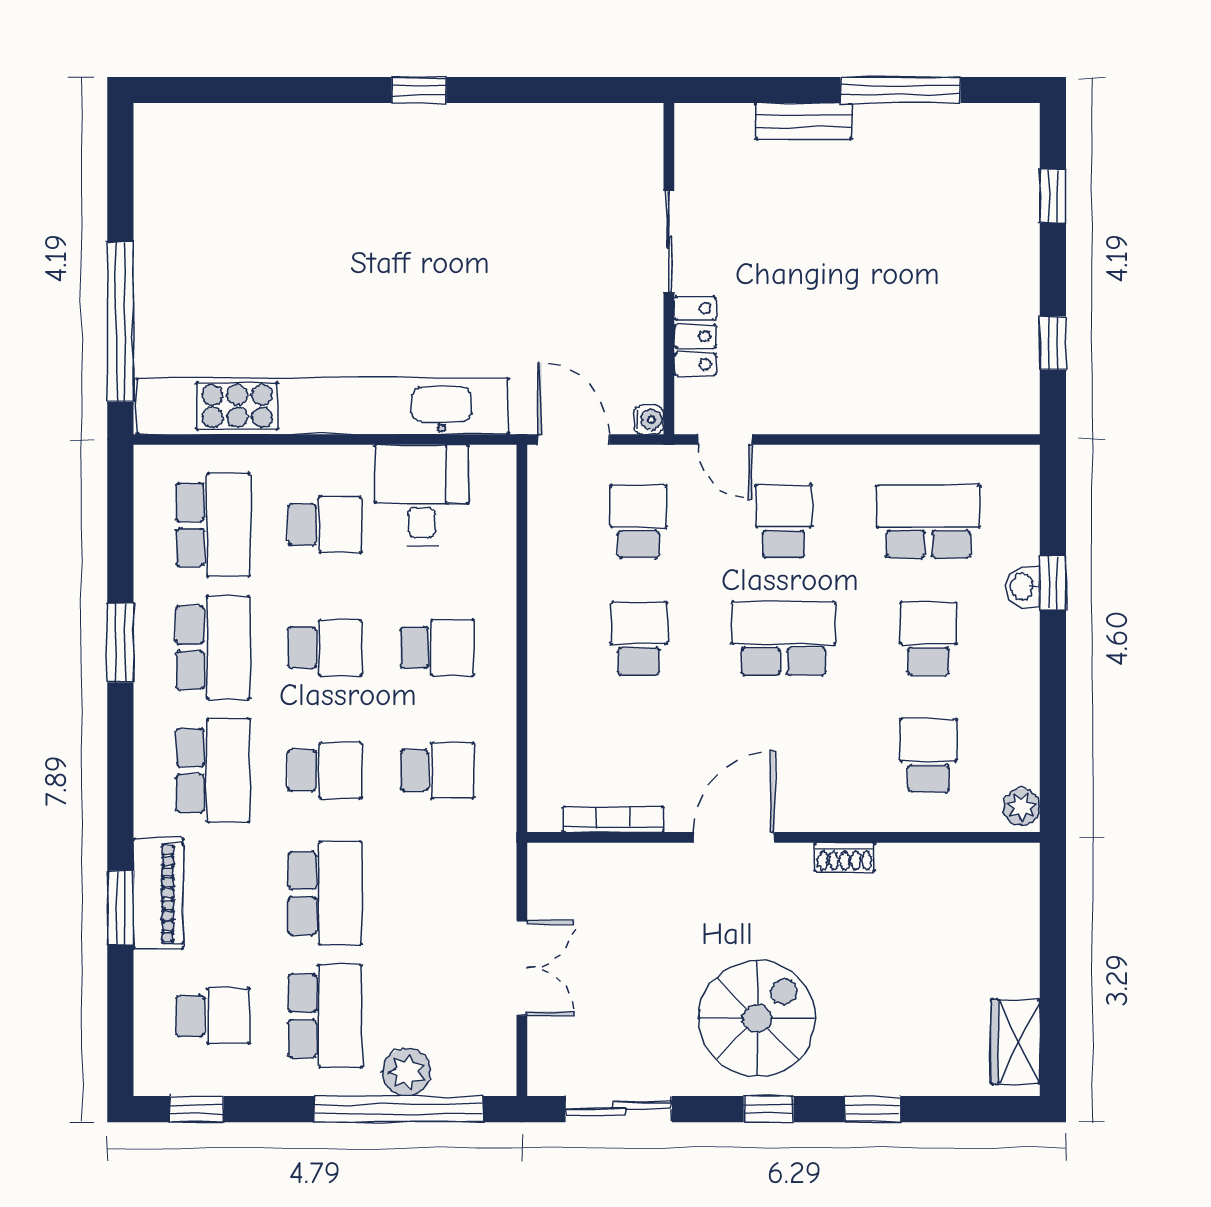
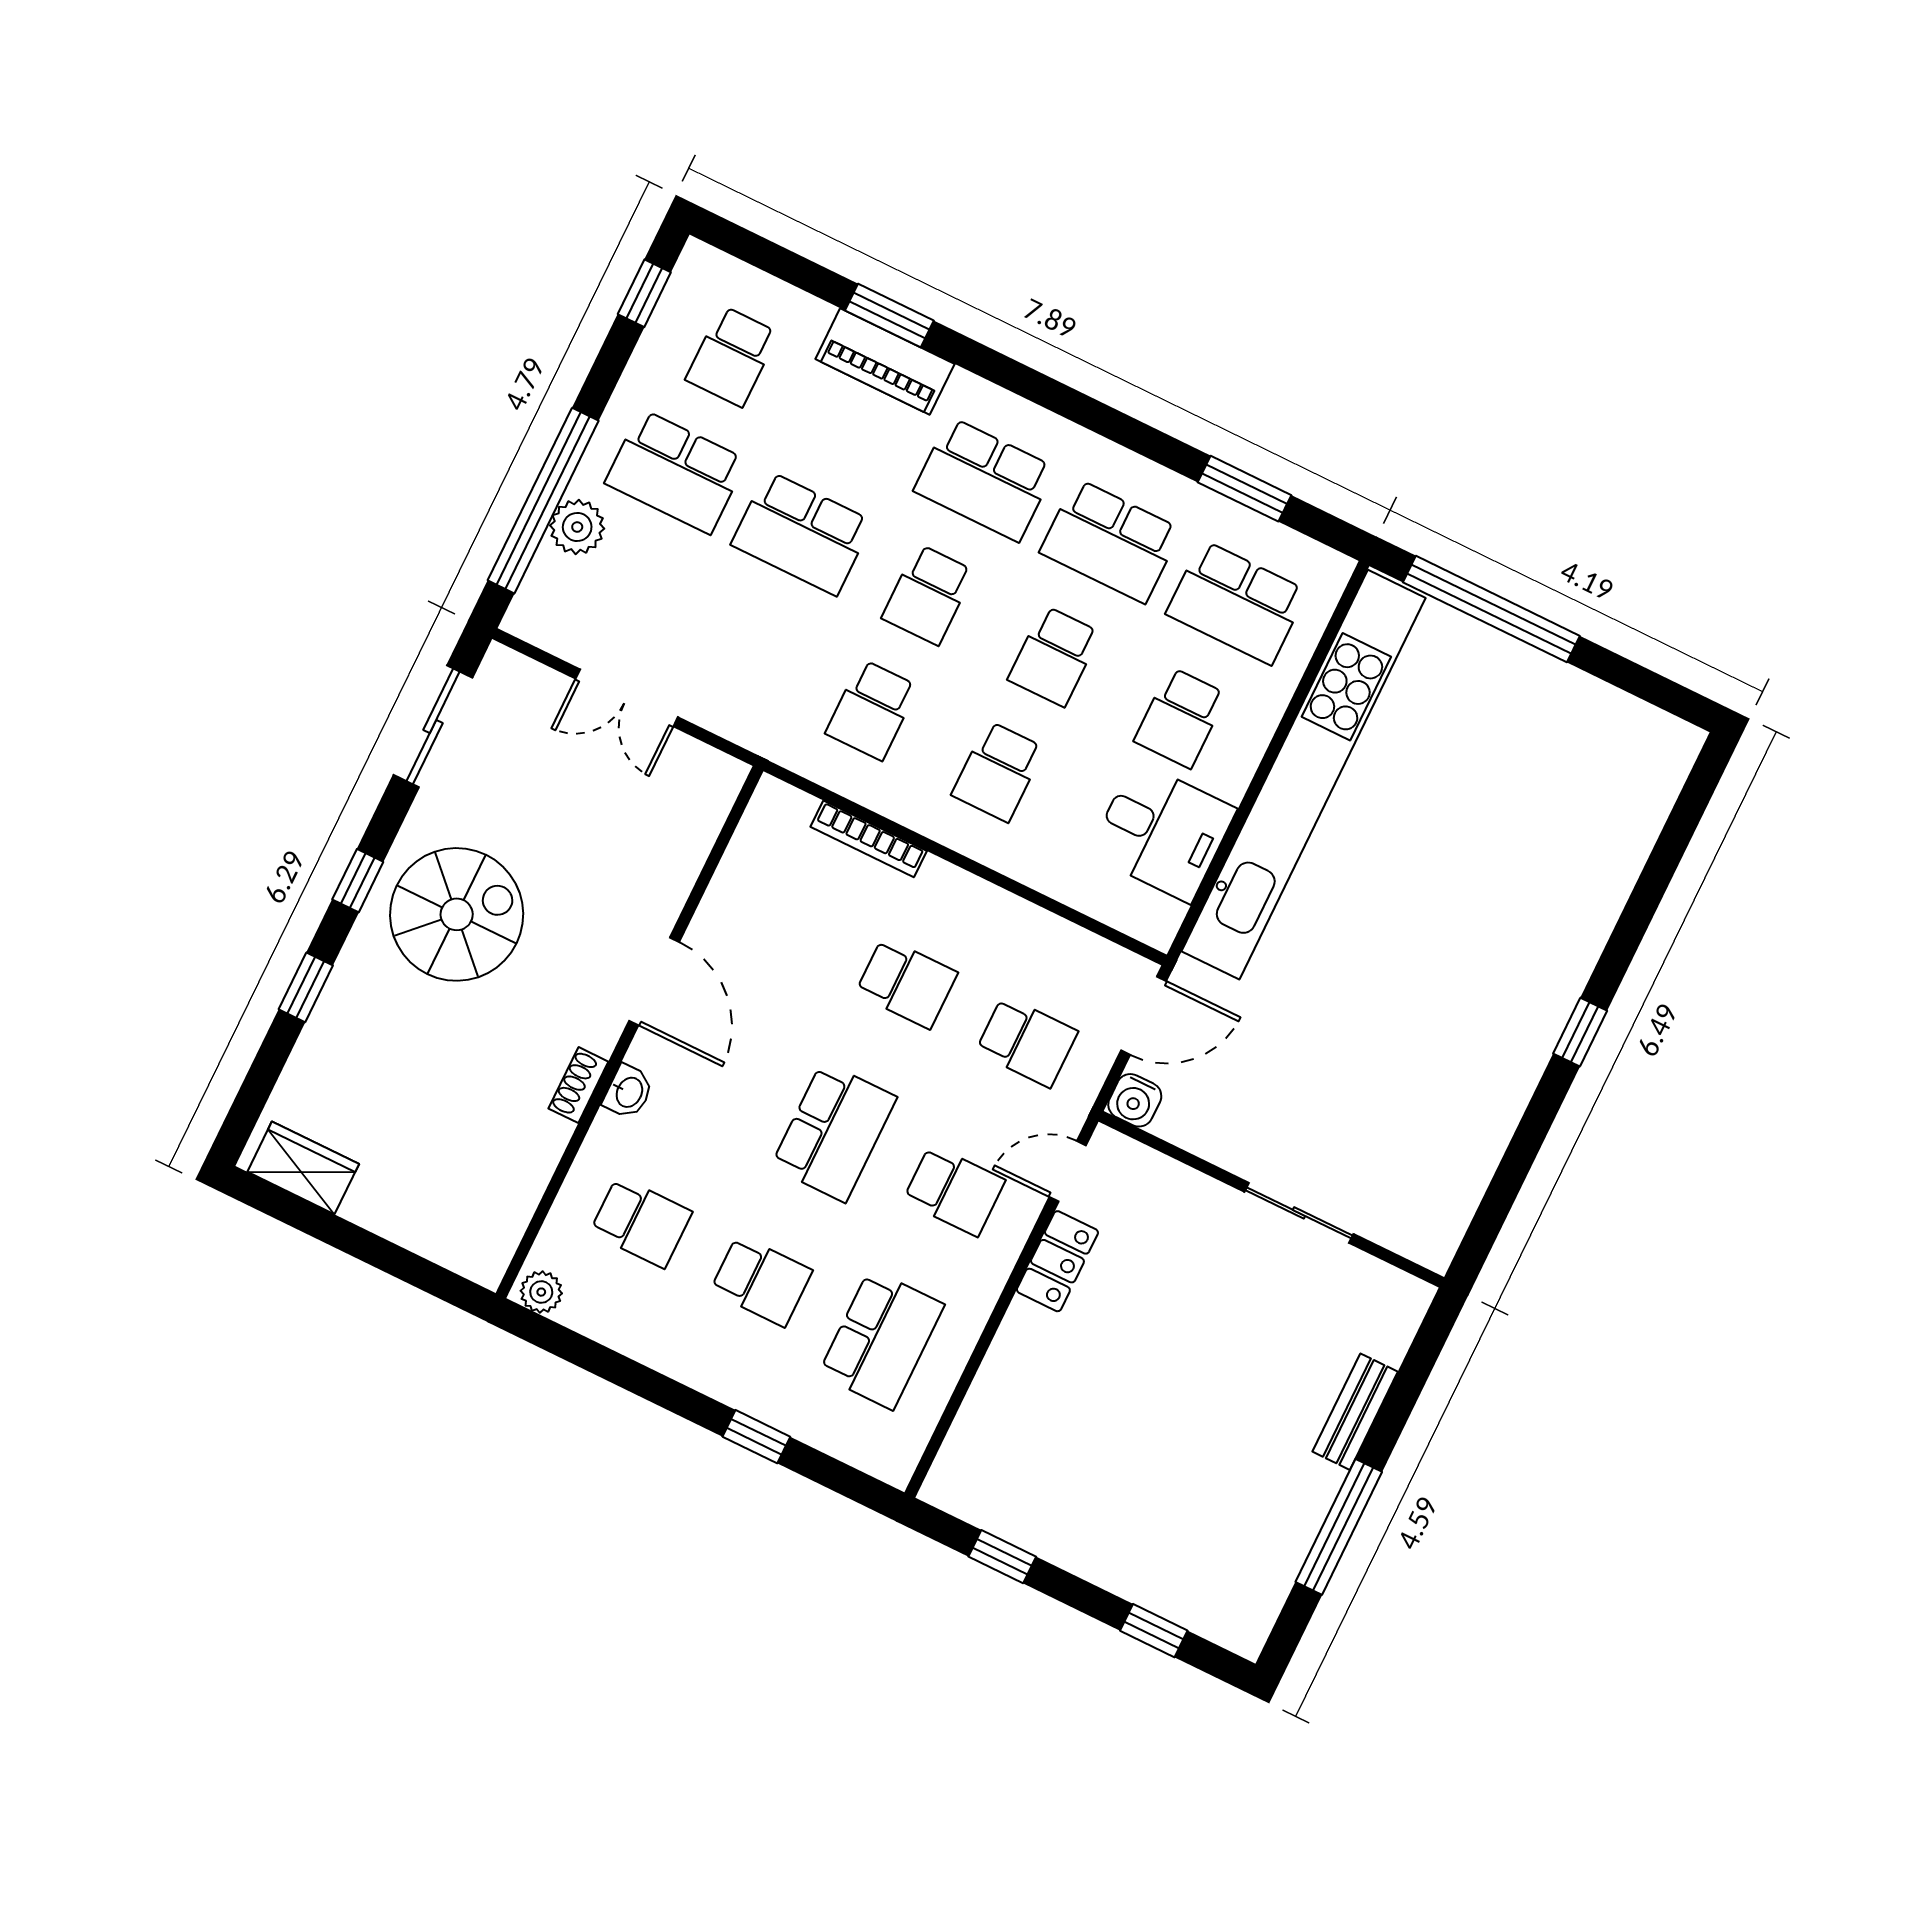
locker: (695, 336) -> (1057, 1261), moved, turned -90
water cooler: (649, 420) -> (1135, 1100), width x1.38, depth x1.38
washbasin: (1023, 586) -> (628, 1092), moved, turned 90
window: (120, 643) -> (1244, 489), moved
bookcase: (613, 819) -> (869, 839), moved, turned 90
spiral stairs: (757, 1018) -> (457, 914), turned -90

